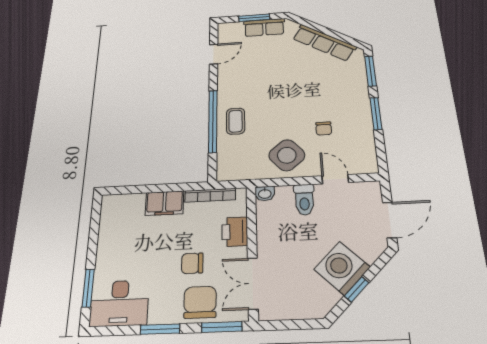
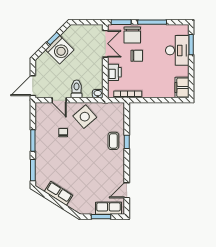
row of seats: (264, 28) -> (108, 208), moved
row of seats: (324, 43) -> (59, 193), width x0.68
window: (213, 121) -> (127, 142), width x0.32
filing cabinet: (165, 203) -> (182, 87), moved, turned -90
door: (390, 220) -> (33, 86), moved
desk: (119, 303) -> (177, 50), moved, turned 90
window: (160, 329) -> (152, 22), width x1.44

